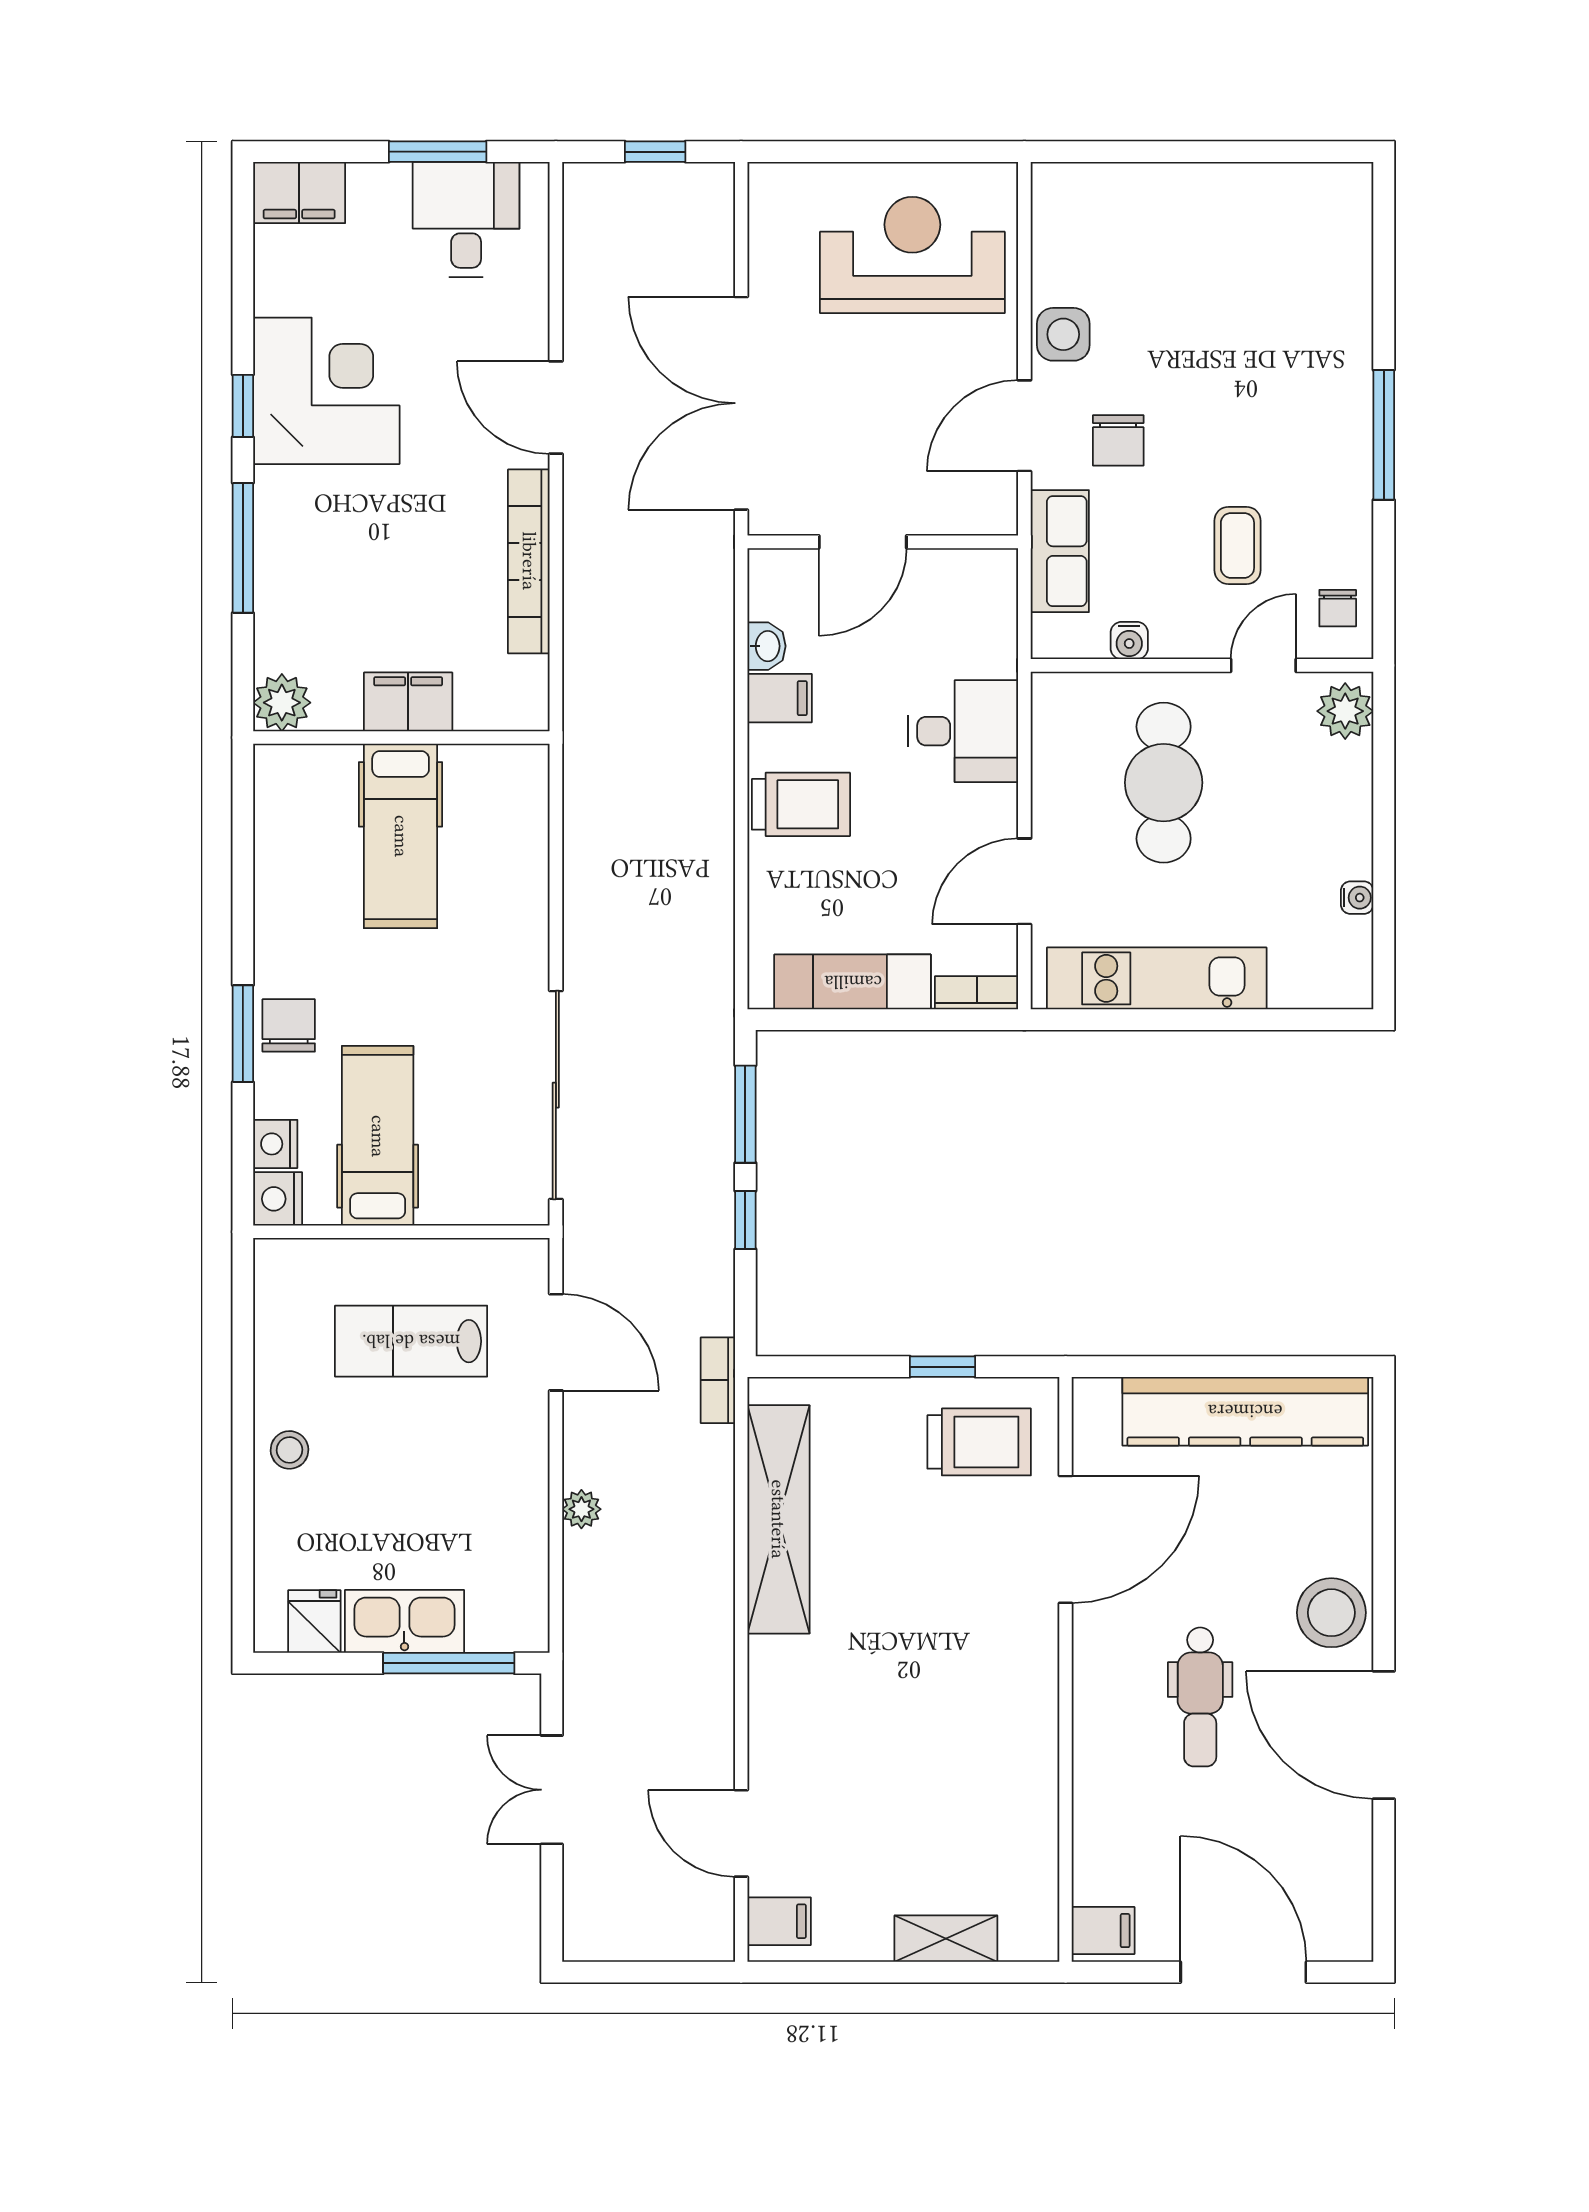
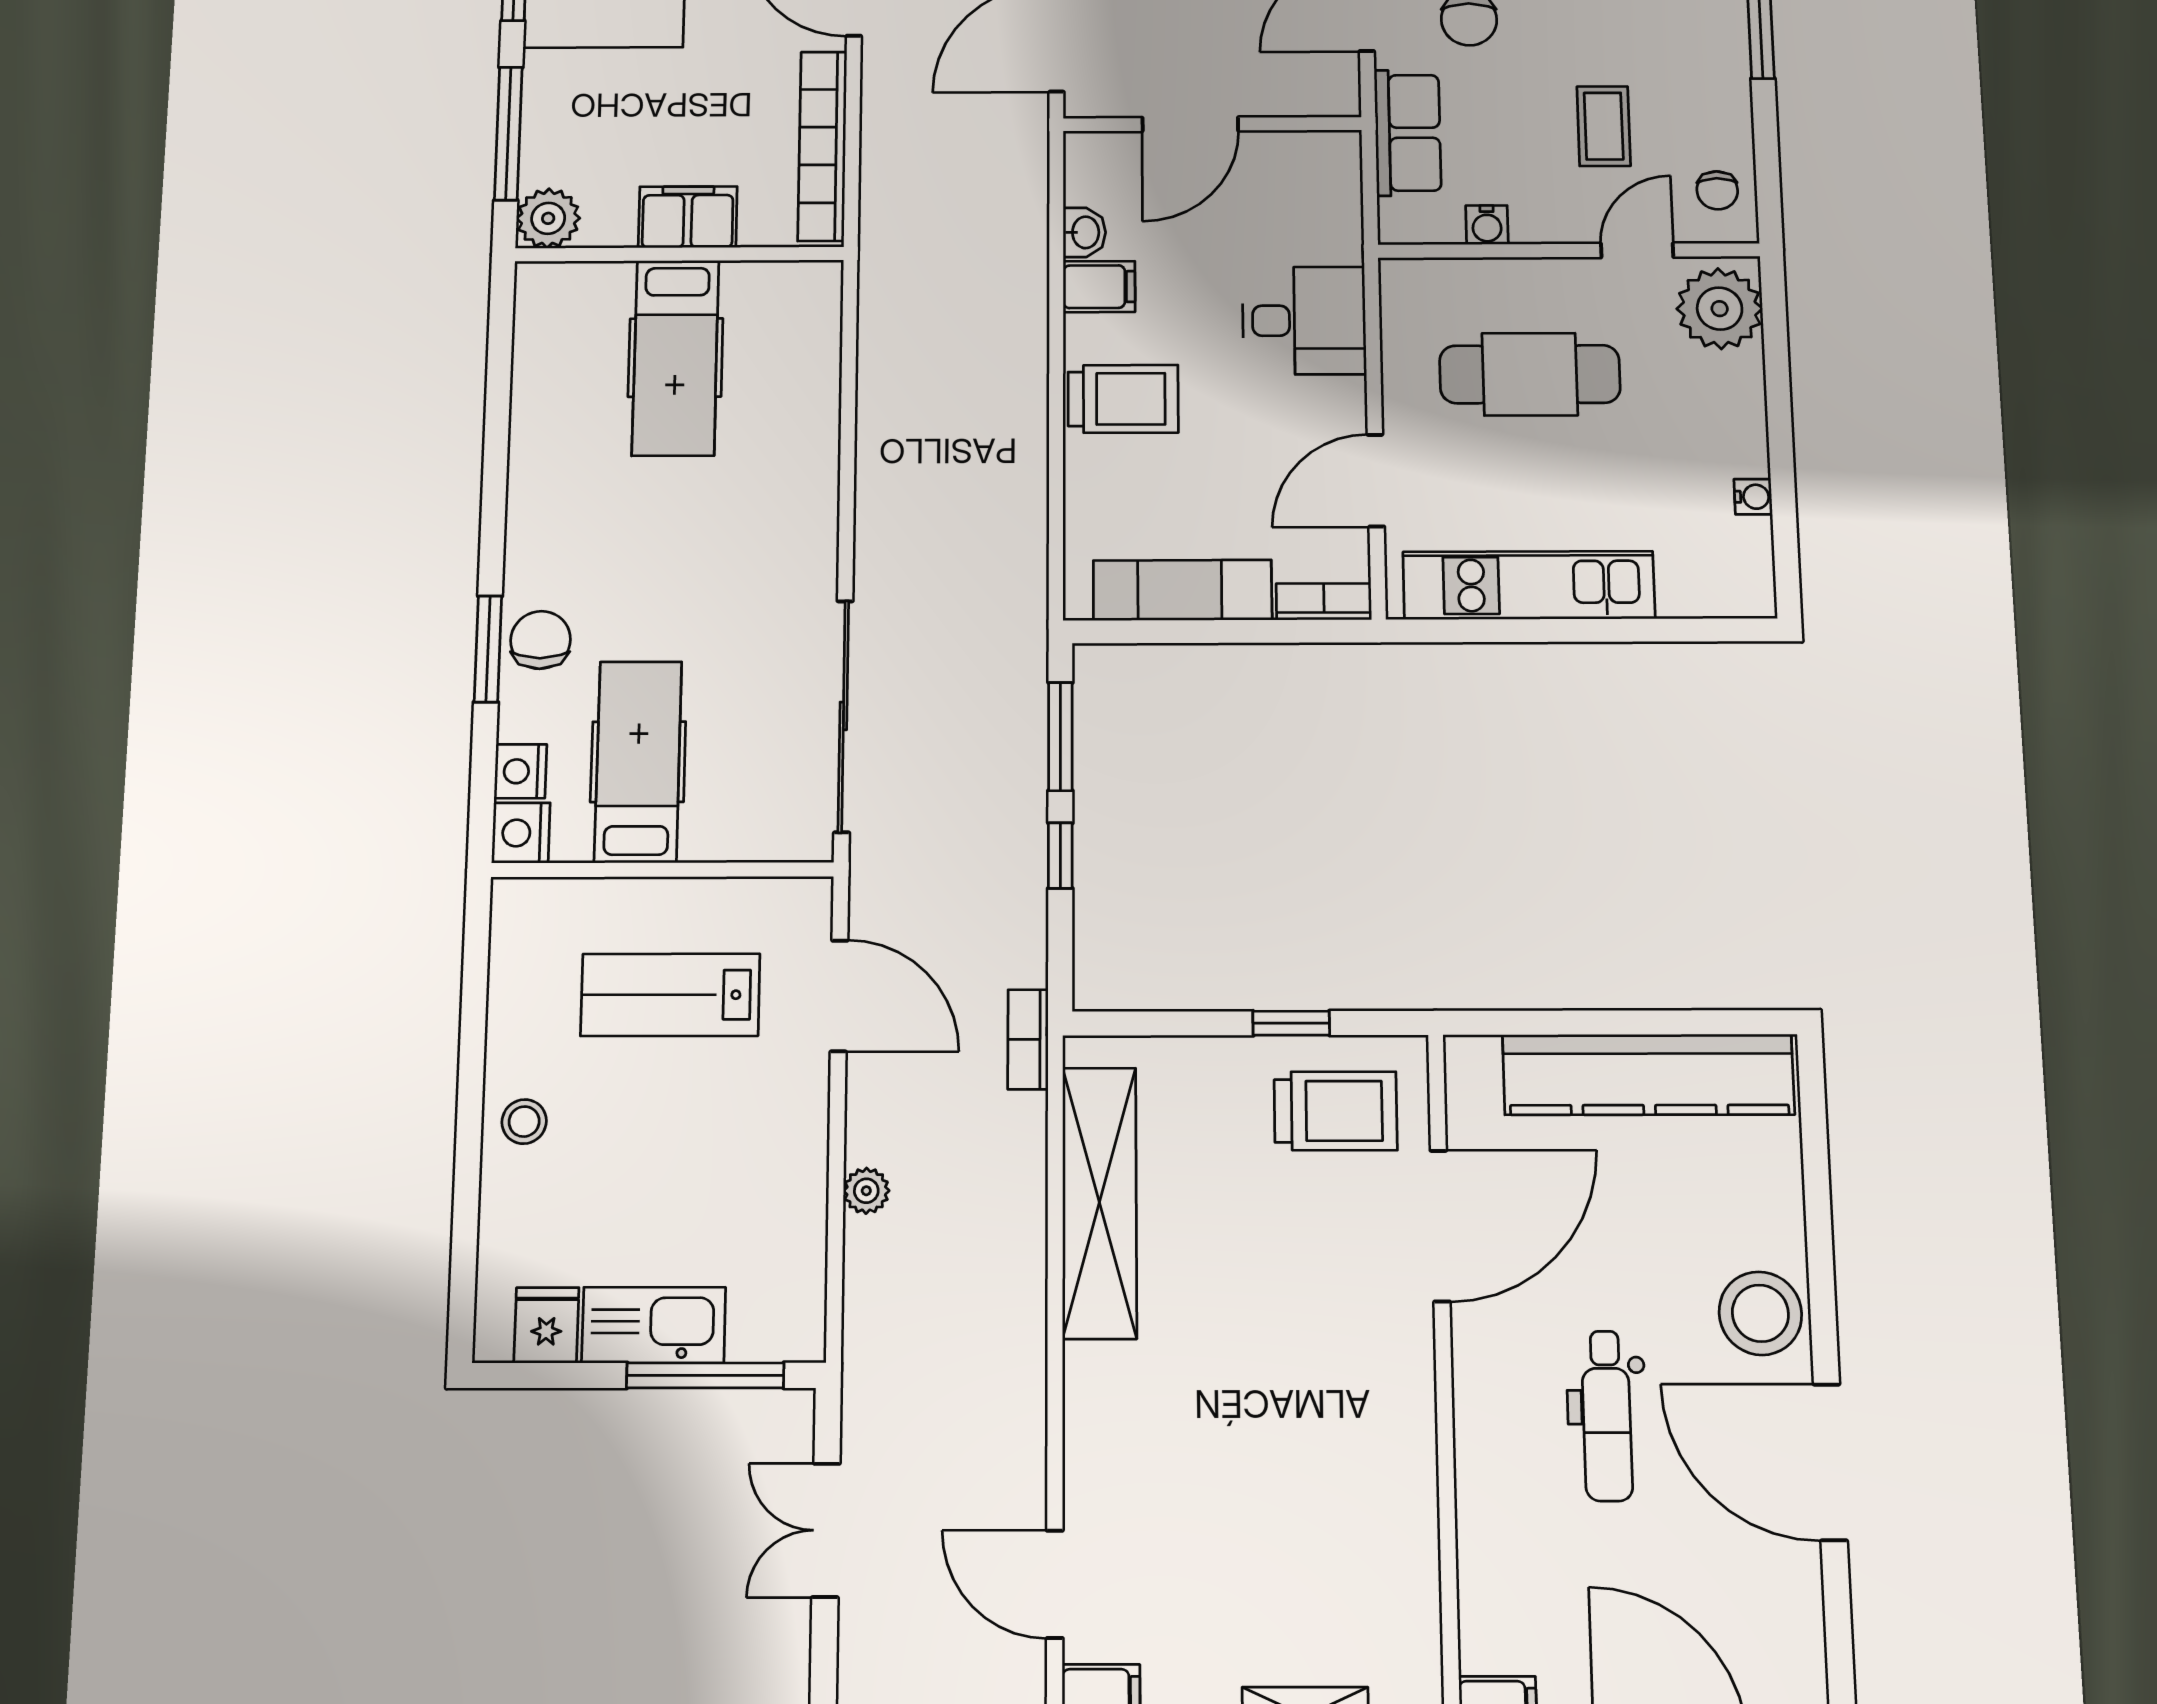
filing cabinet: (408, 702) -> (688, 217), moved
plant: (282, 703) -> (548, 218), moved
plant: (1345, 711) -> (1720, 309), width x1.36, depth x1.36
wall: (401, 737) -> (679, 254), moved
cafe table: (1164, 783) -> (1530, 374), turned 90
hospital bed: (401, 836) -> (675, 358), moved

